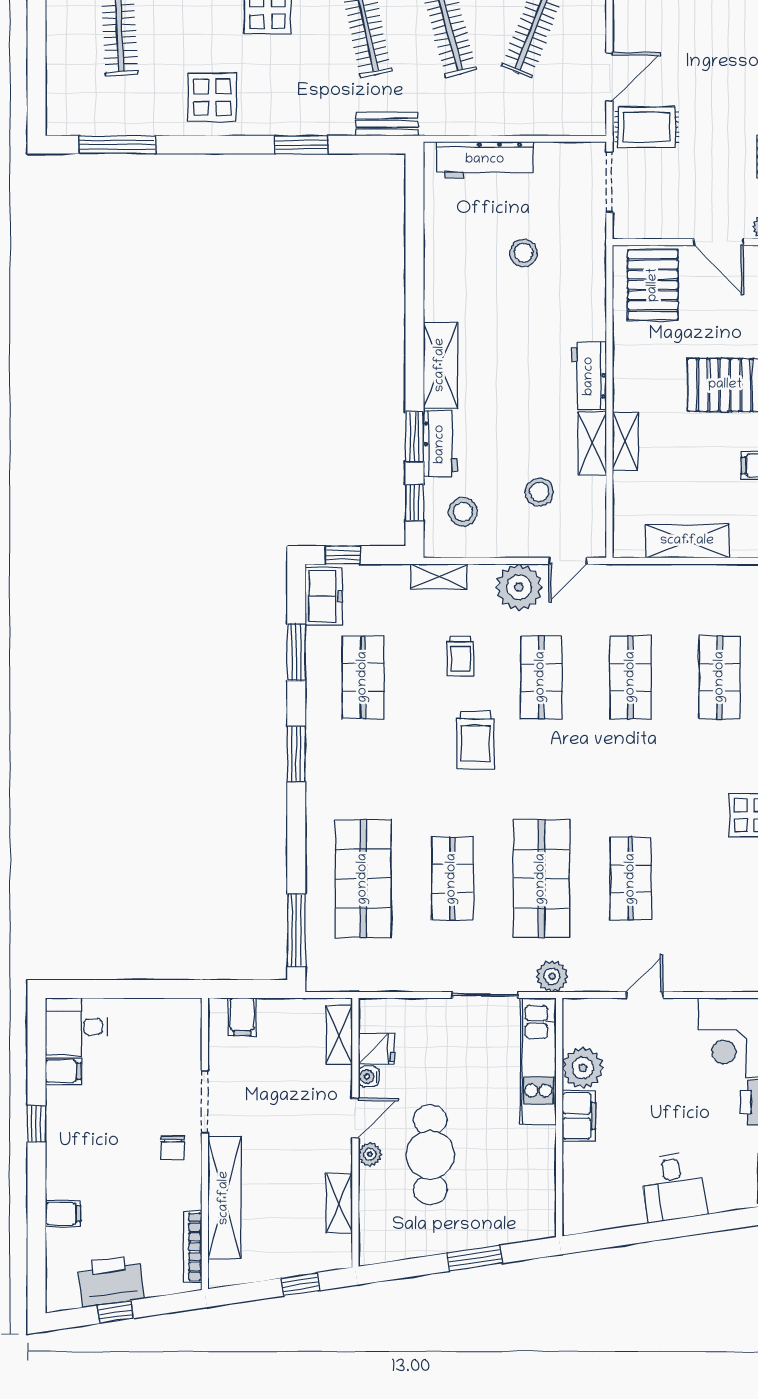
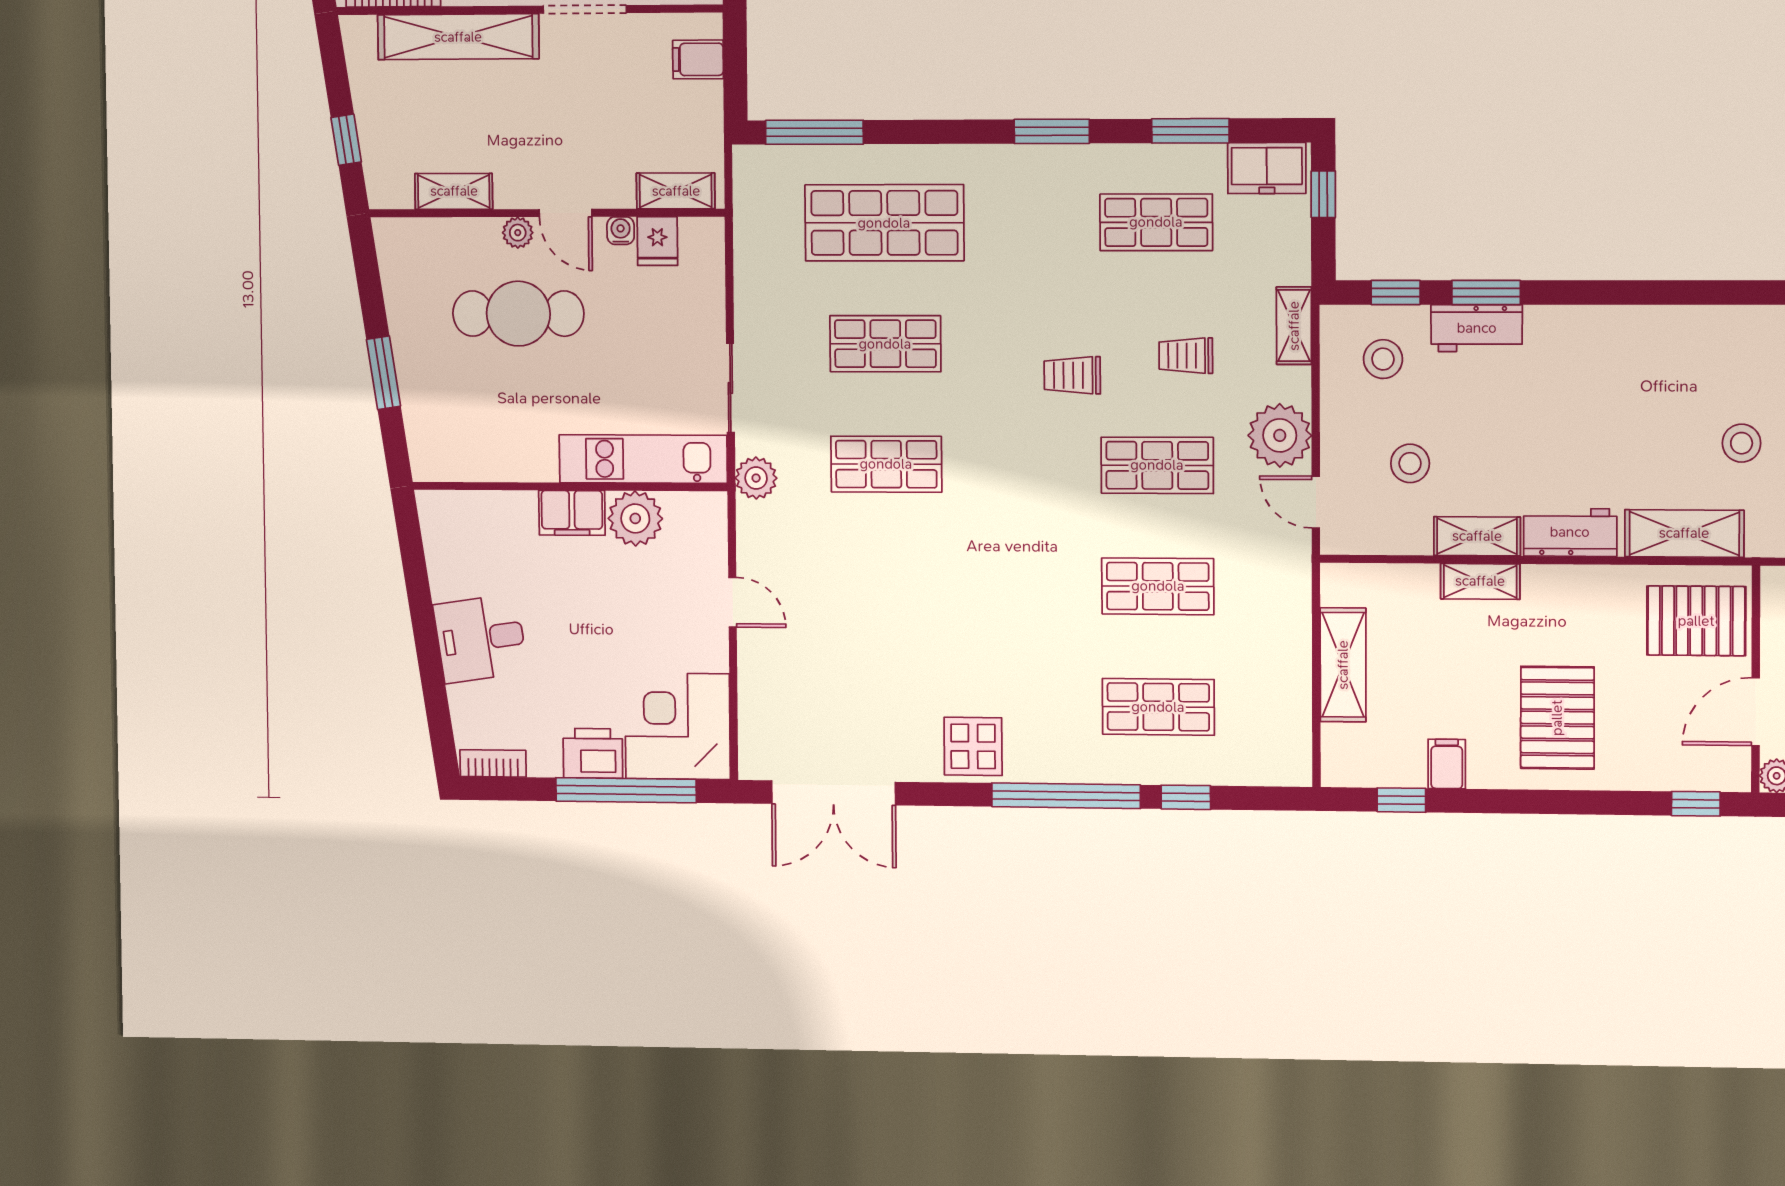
shelving: (440, 365) -> (1684, 533), moved
trolley: (475, 740) -> (1072, 375), width x0.73, depth x0.72
shop shelf: (541, 879) -> (886, 464), width x0.70, depth x0.74
shop shelf: (631, 879) -> (887, 584), removed

